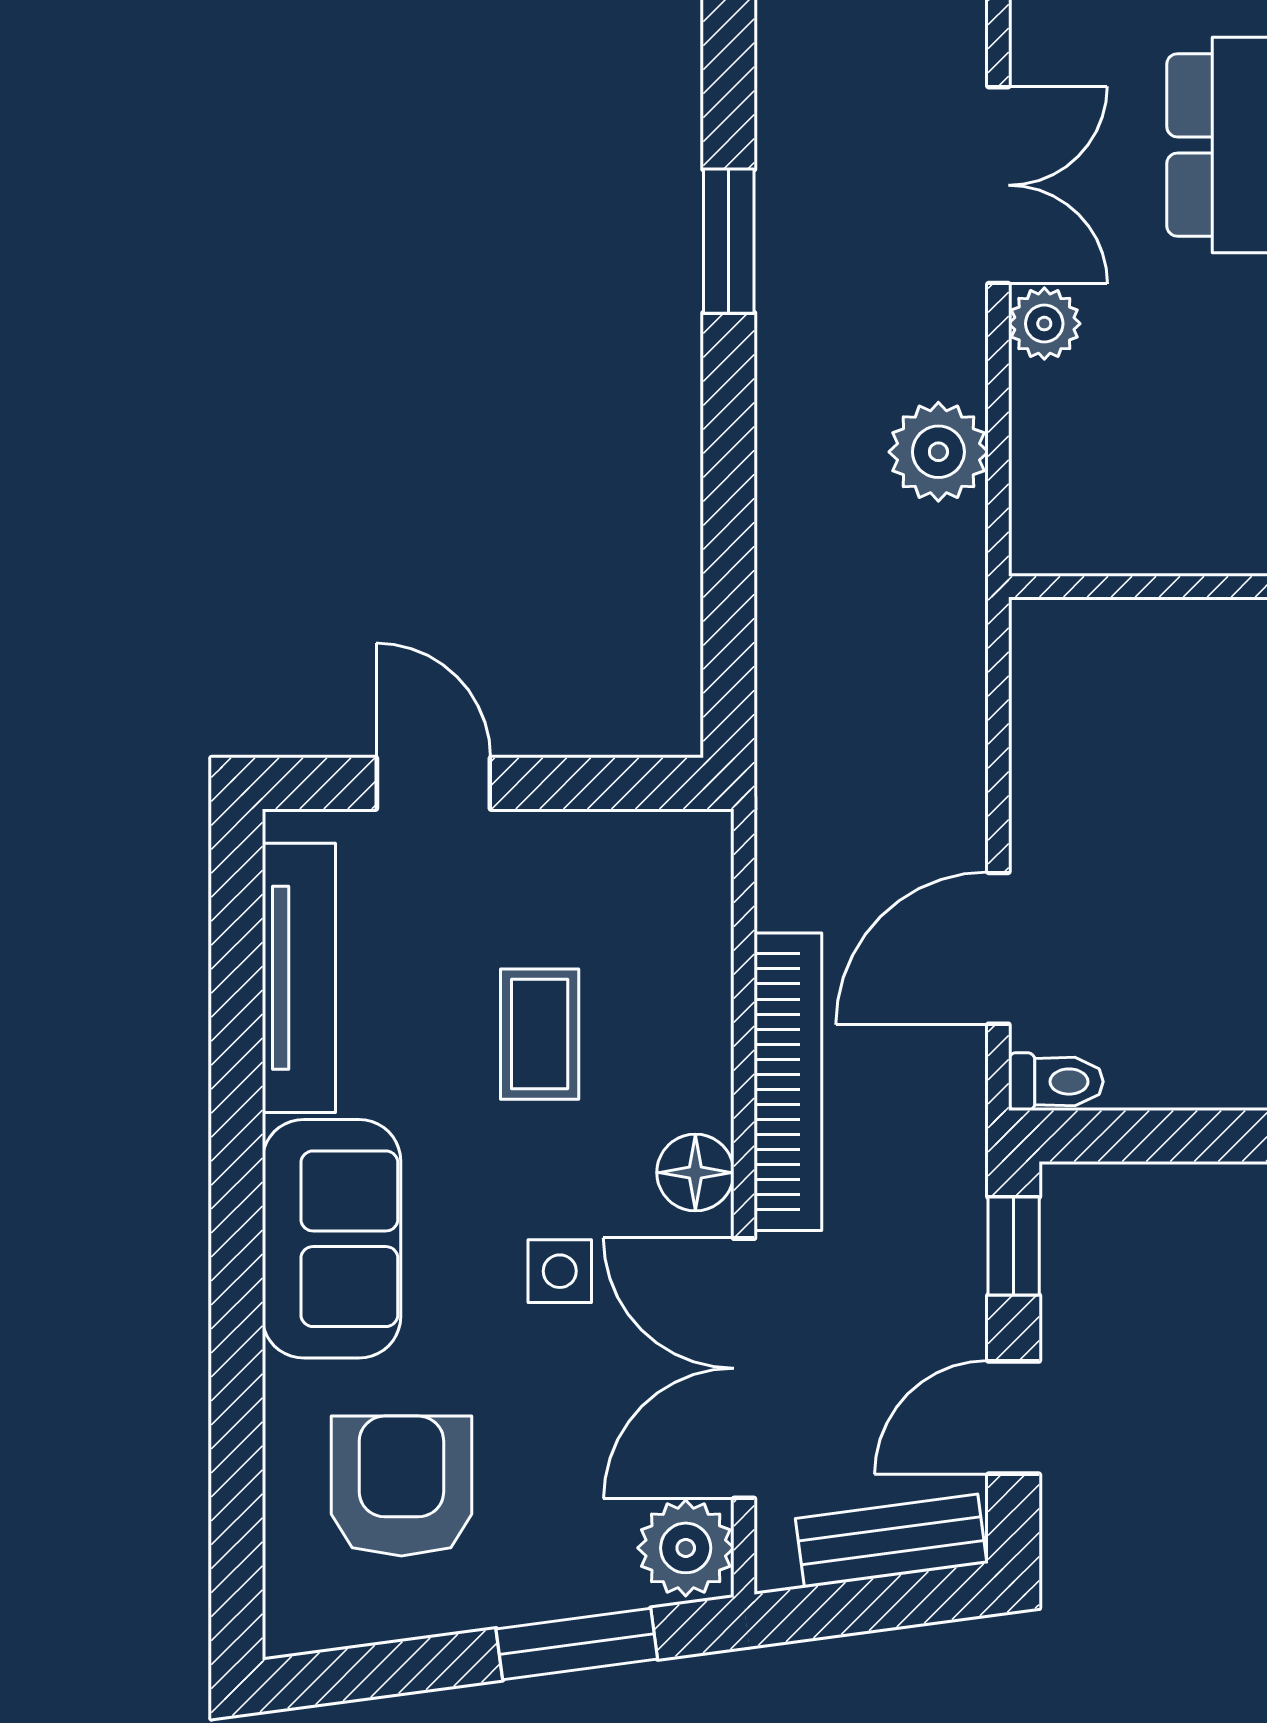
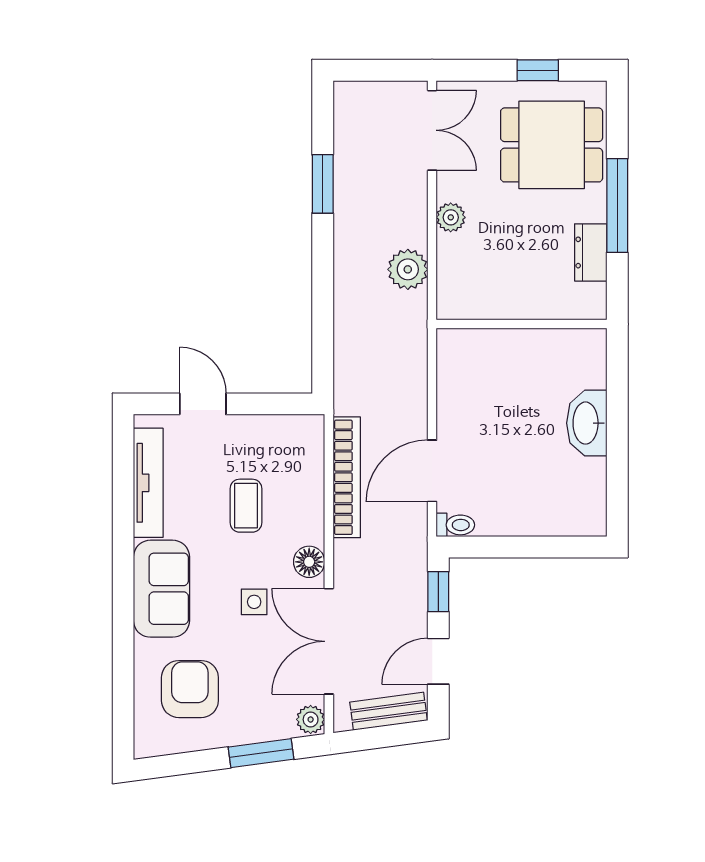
double door: (998, 185) -> (432, 130), moved
bookcase: (788, 1082) -> (347, 477), moved
plant: (686, 1548) -> (311, 719), width x0.73, depth x0.73

